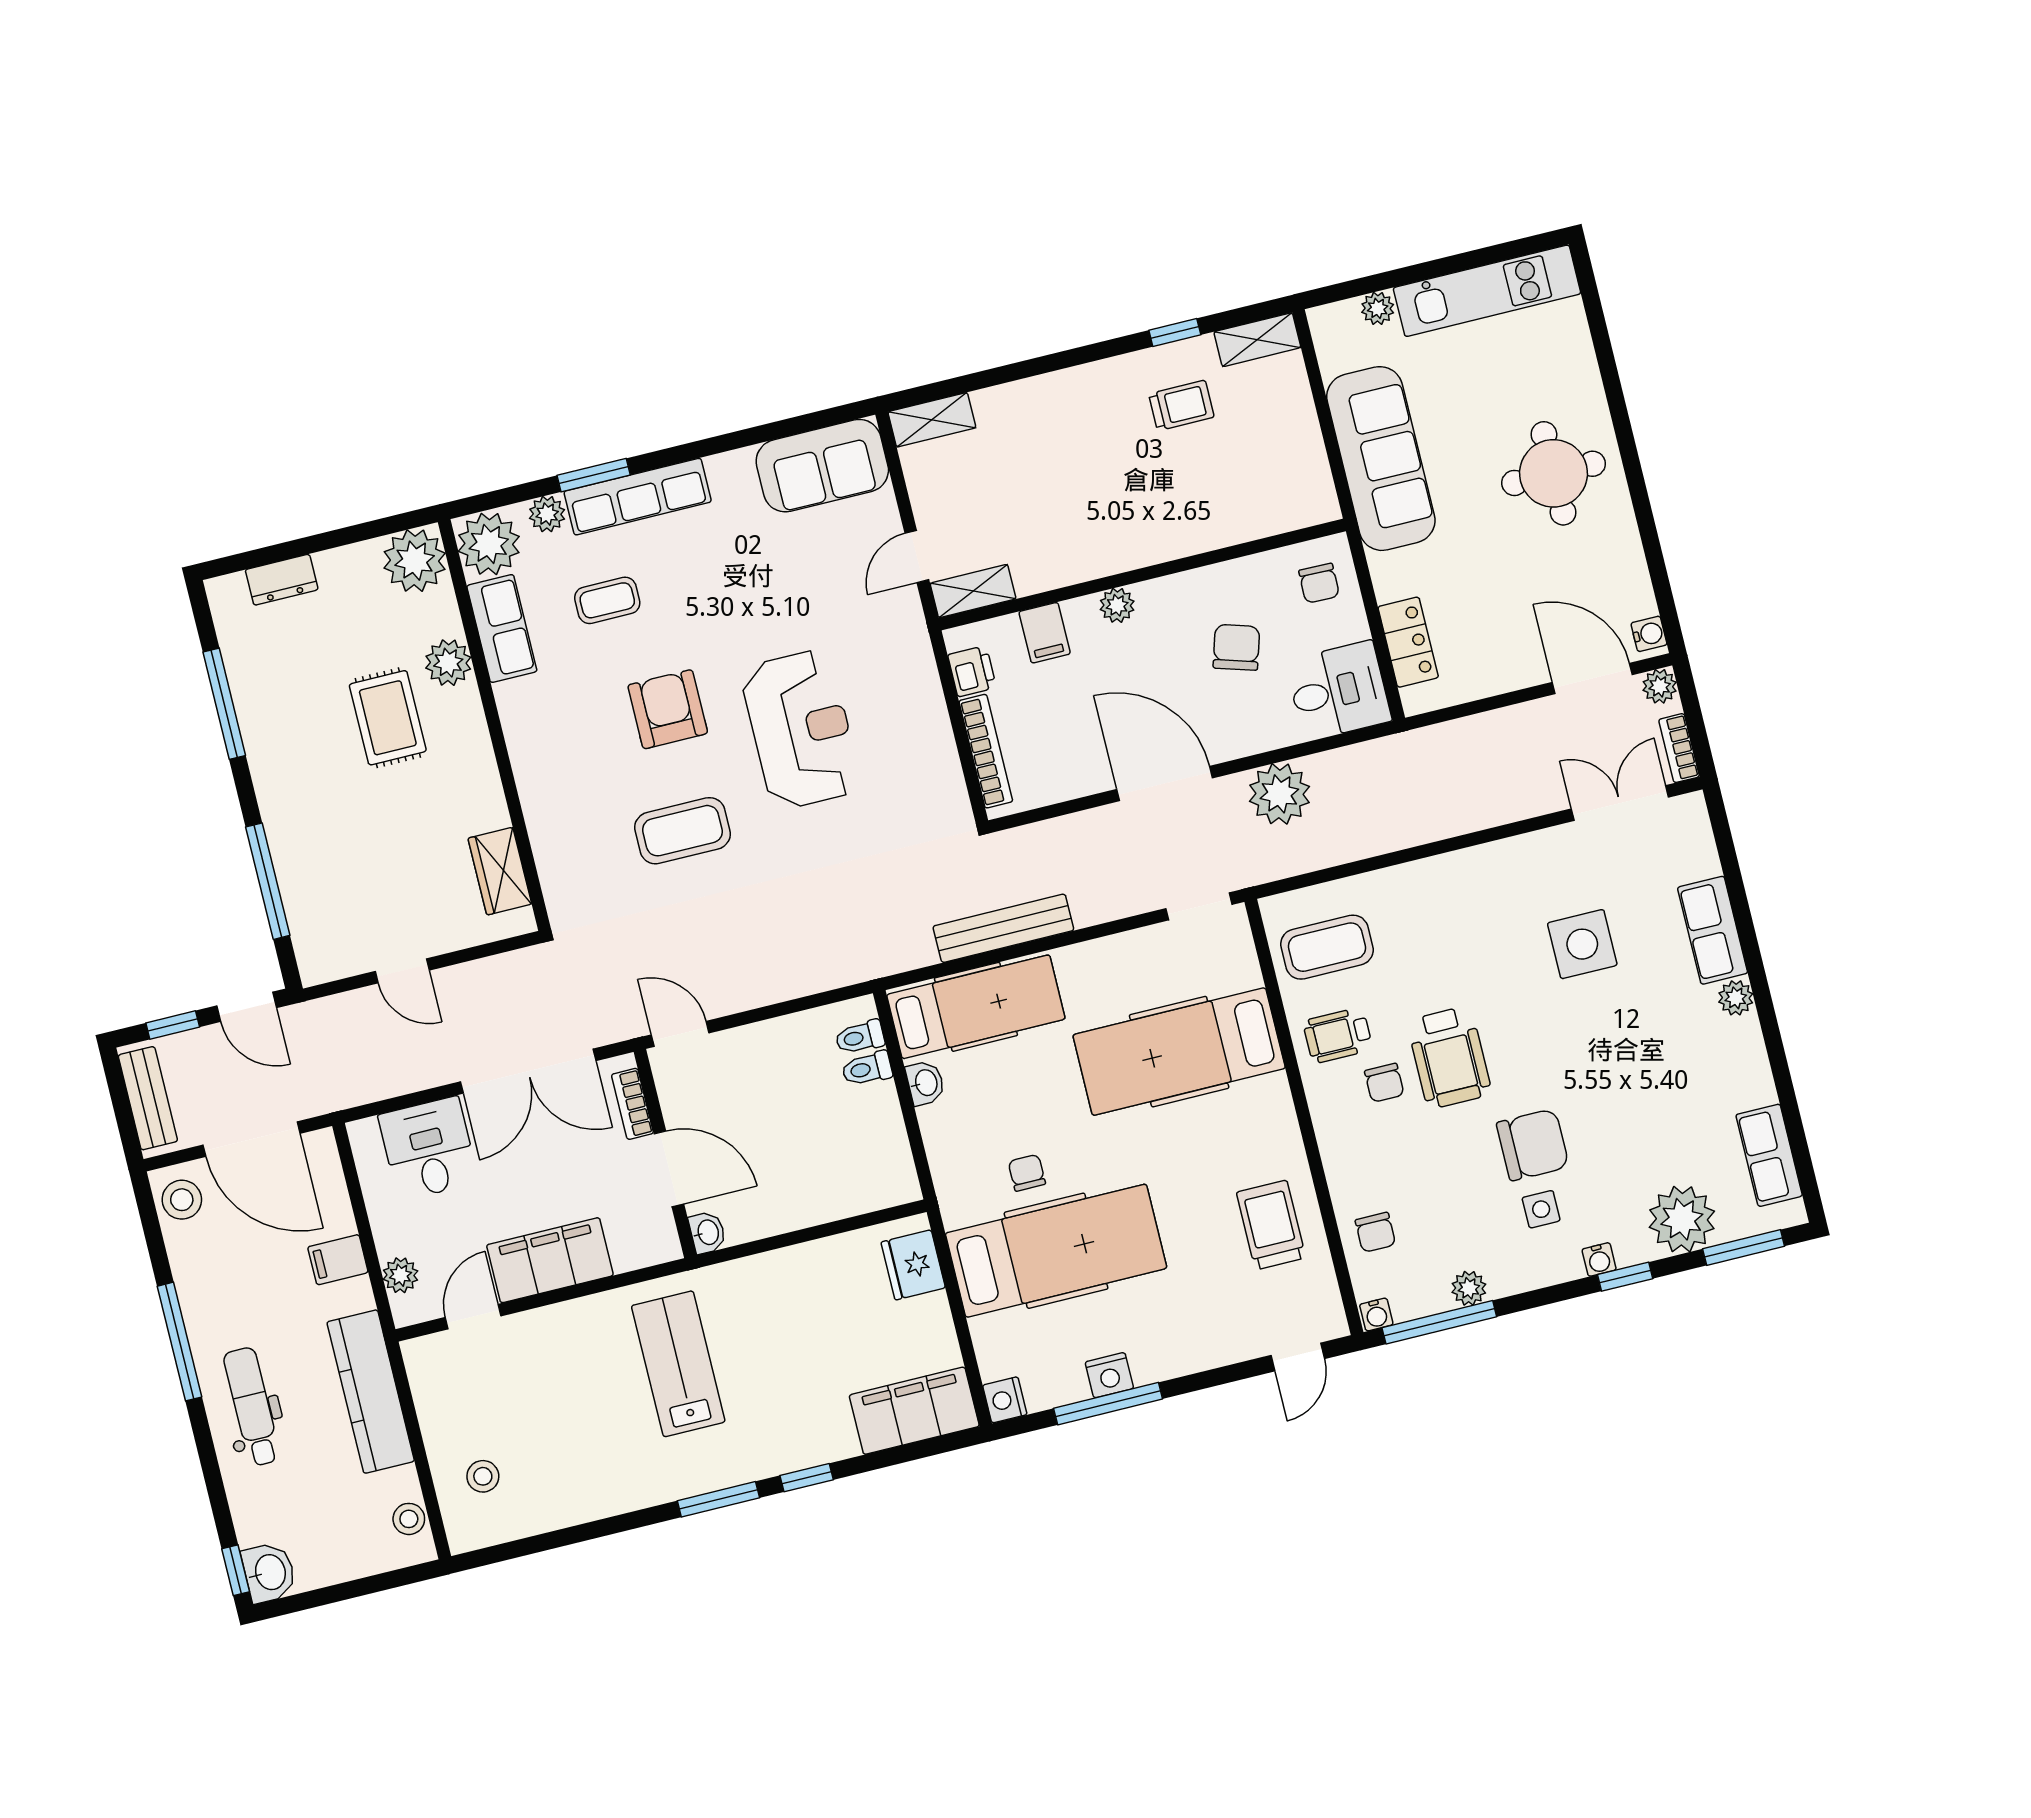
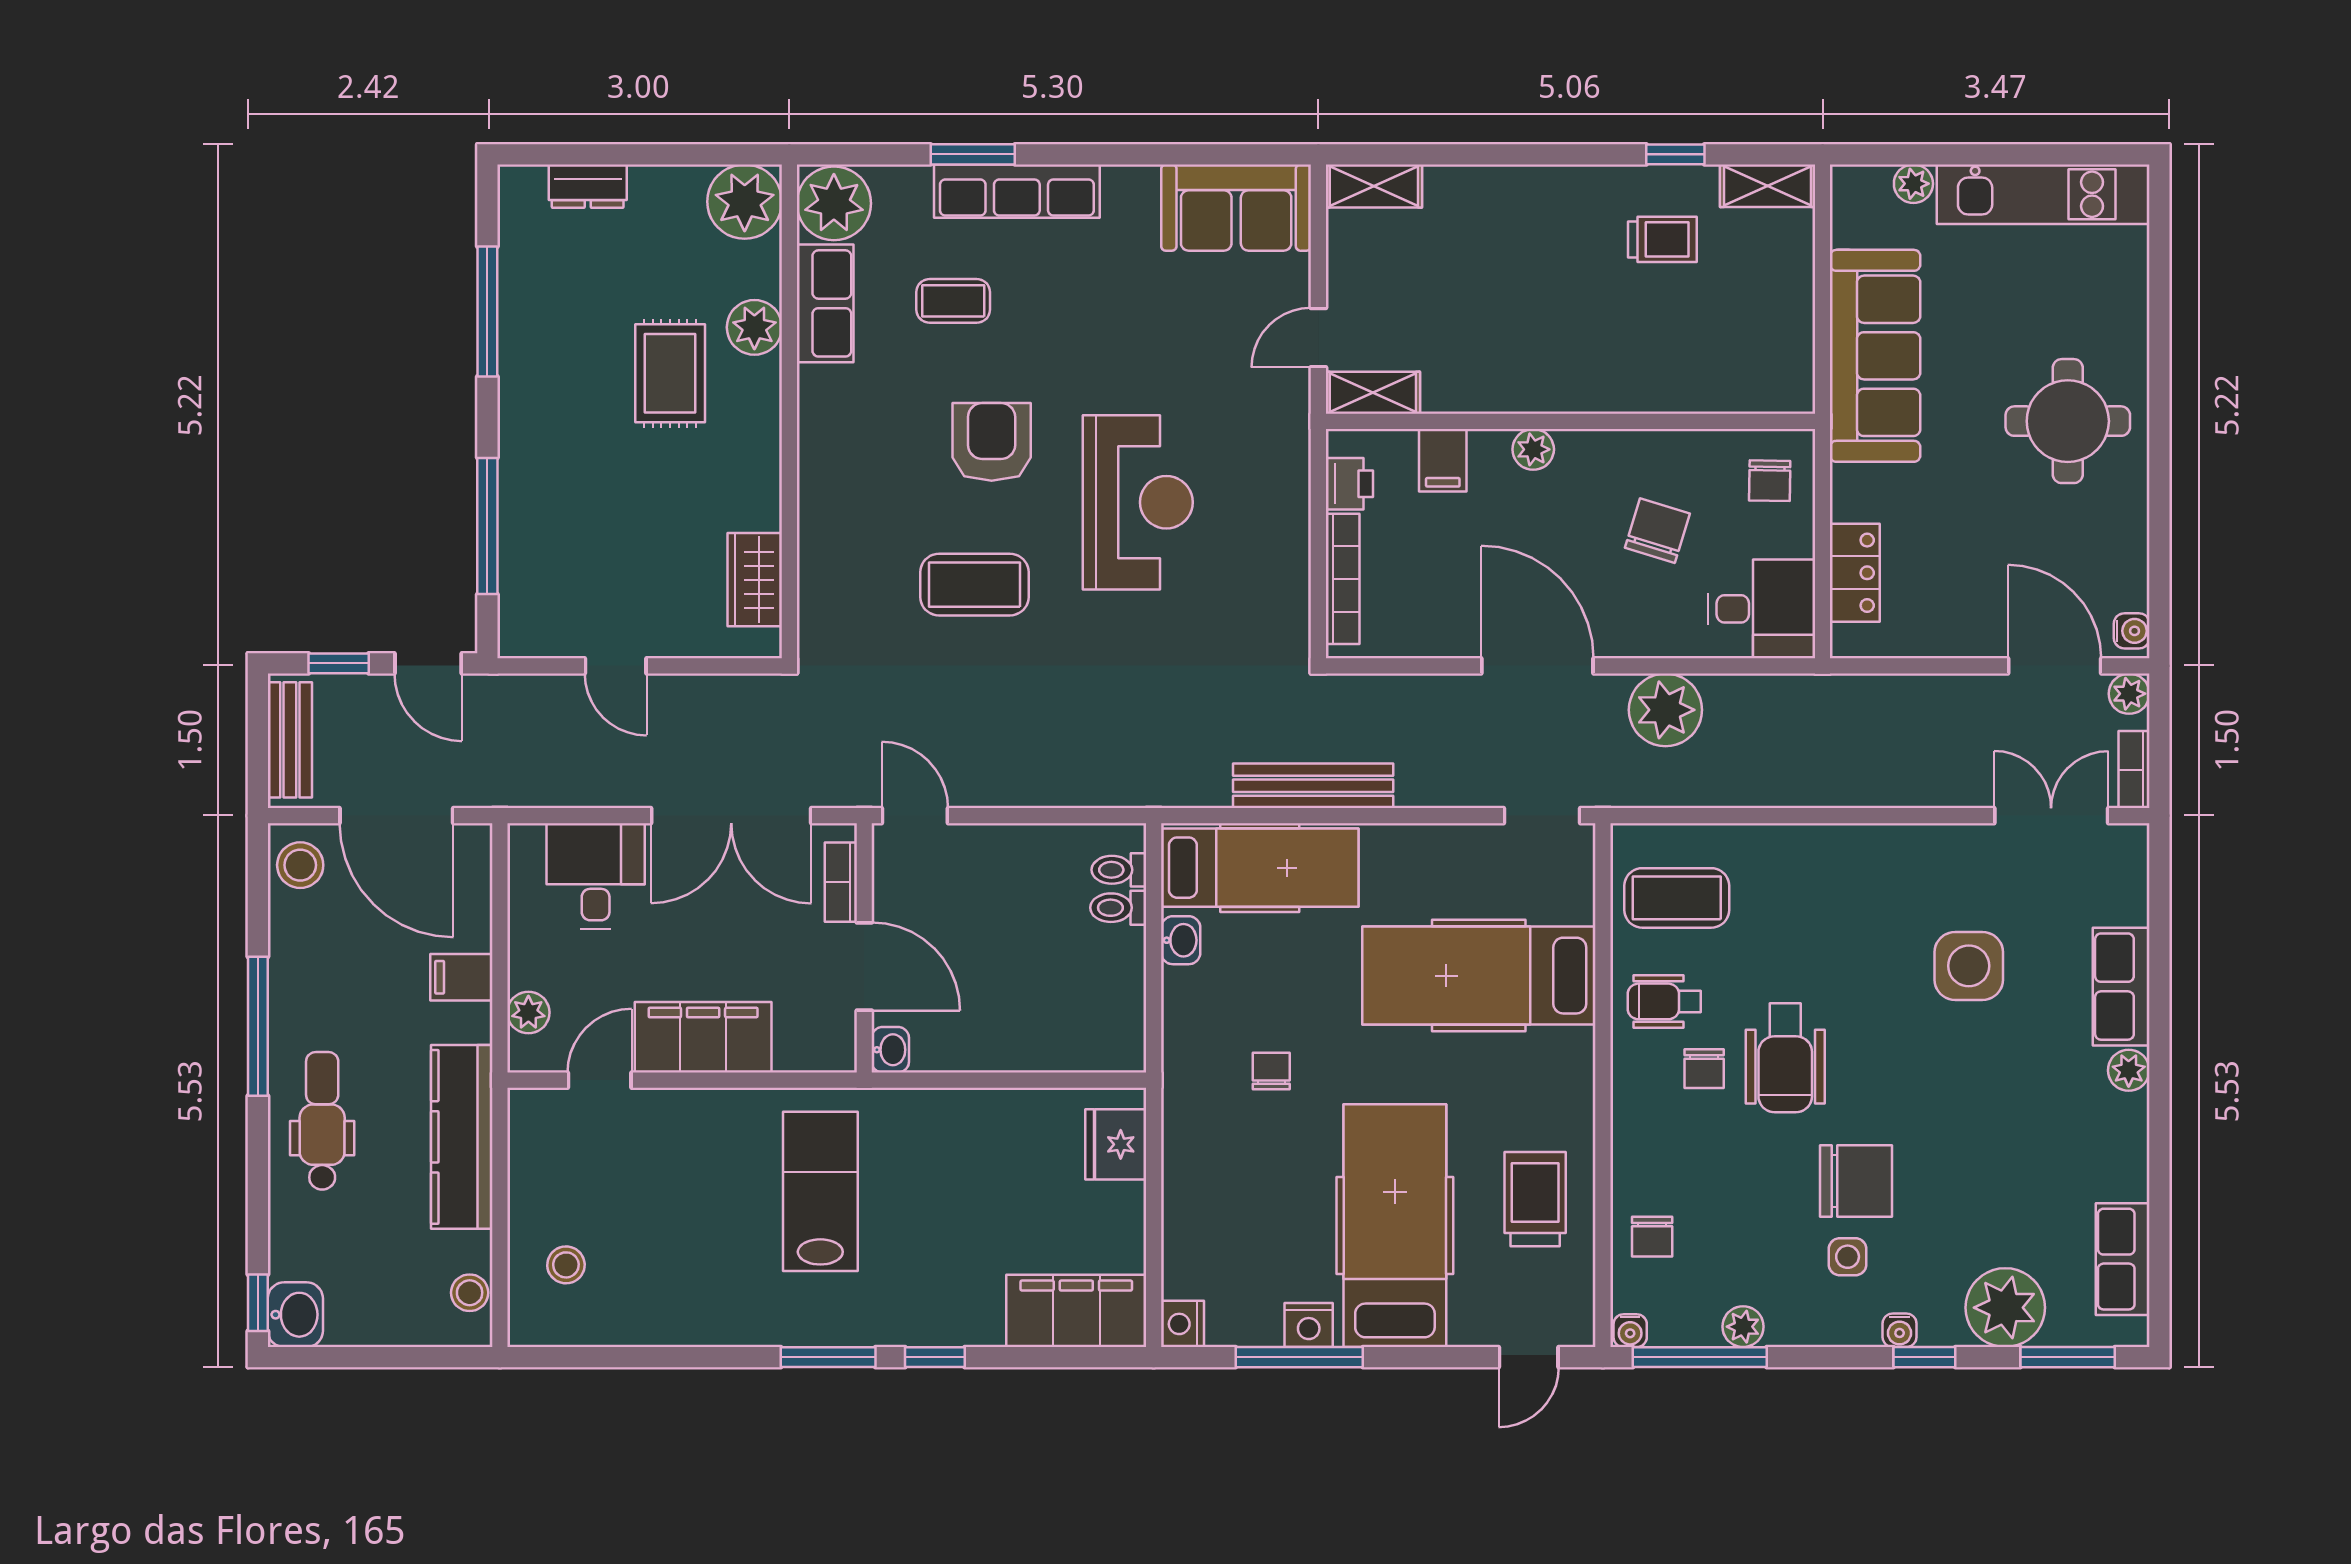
plant: (547, 514) -> (909, 186), removed
hospital bed: (1056, 1251) -> (1395, 1226), moved, turned -90

